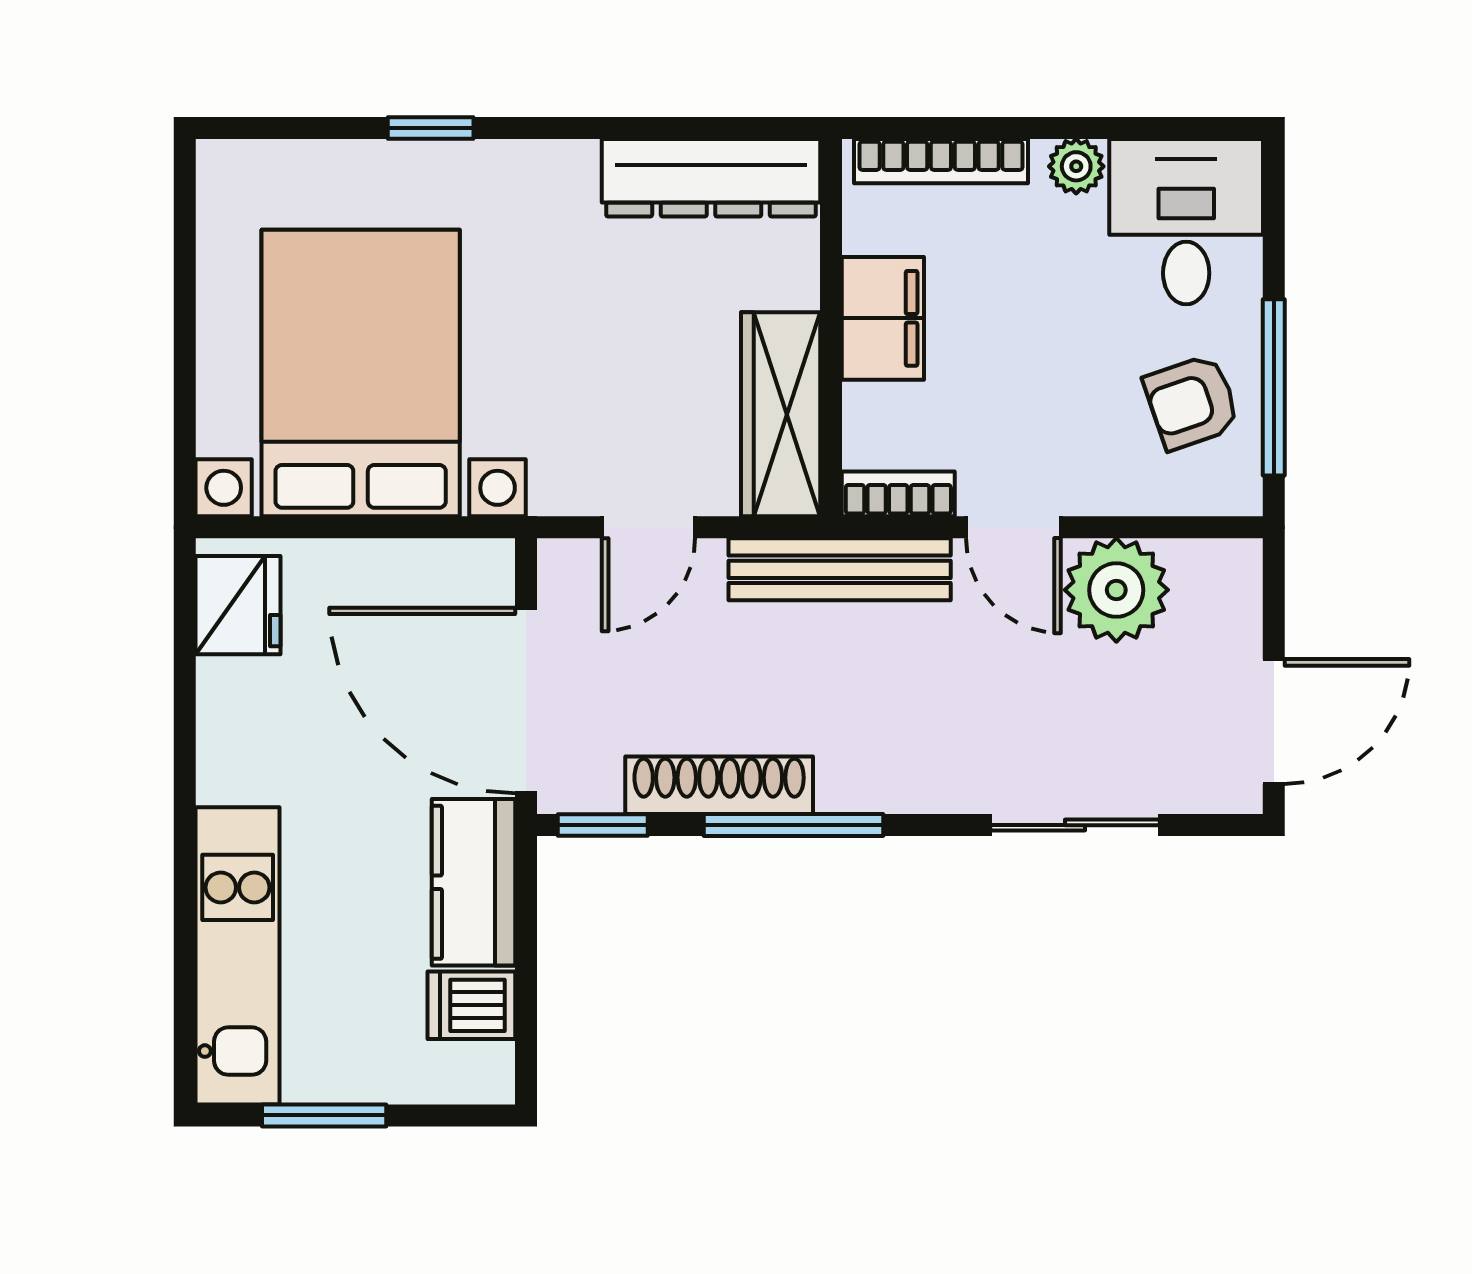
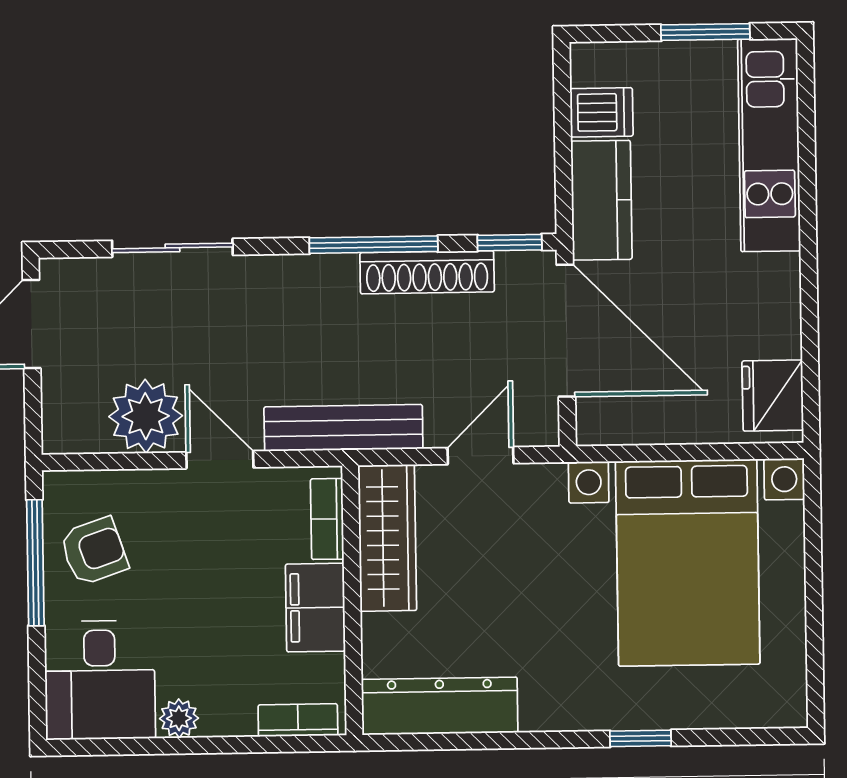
bookcase: (941, 161) -> (298, 720), width x0.64
bookcase: (898, 494) -> (327, 519), moved, turned 90

